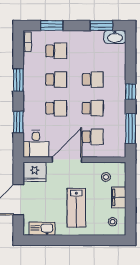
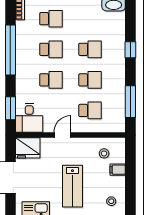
window: (18, 80) -> (10, 50), width x2.11
window: (131, 92) -> (130, 50), moved
window: (18, 122) -> (10, 108), moved
door: (67, 160) -> (62, 135), width x0.53
filing cabinet: (119, 197) -> (118, 170), width x0.50

